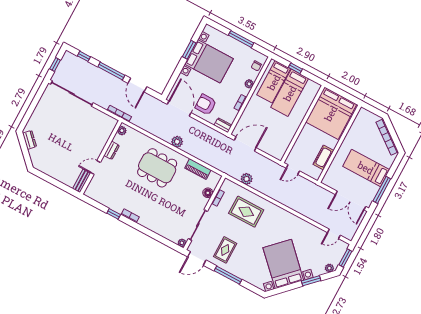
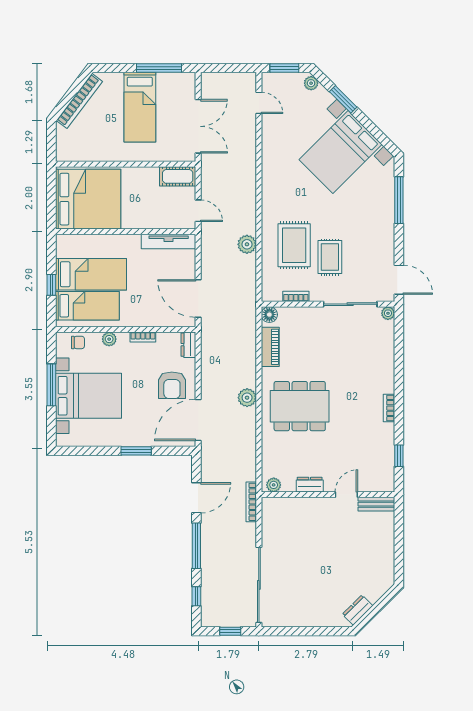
window: (189, 50) -> (136, 451), moved
bed with nightstands: (209, 61) -> (88, 396), moved, turned 90
tv unit: (285, 145) -> (169, 241), added
cot: (323, 157) -> (178, 176), moved
door: (95, 167) -> (346, 495), swing flipped
dining table: (157, 168) -> (300, 406), turned 90
plant: (247, 179) -> (247, 244), moved
floor lamp: (208, 193) -> (269, 315), moved
double door: (351, 201) -> (198, 126), moved
window: (114, 214) -> (399, 456), moved
rug: (225, 250) -> (330, 257), moved, turned 90
window: (228, 275) -> (399, 200), moved

